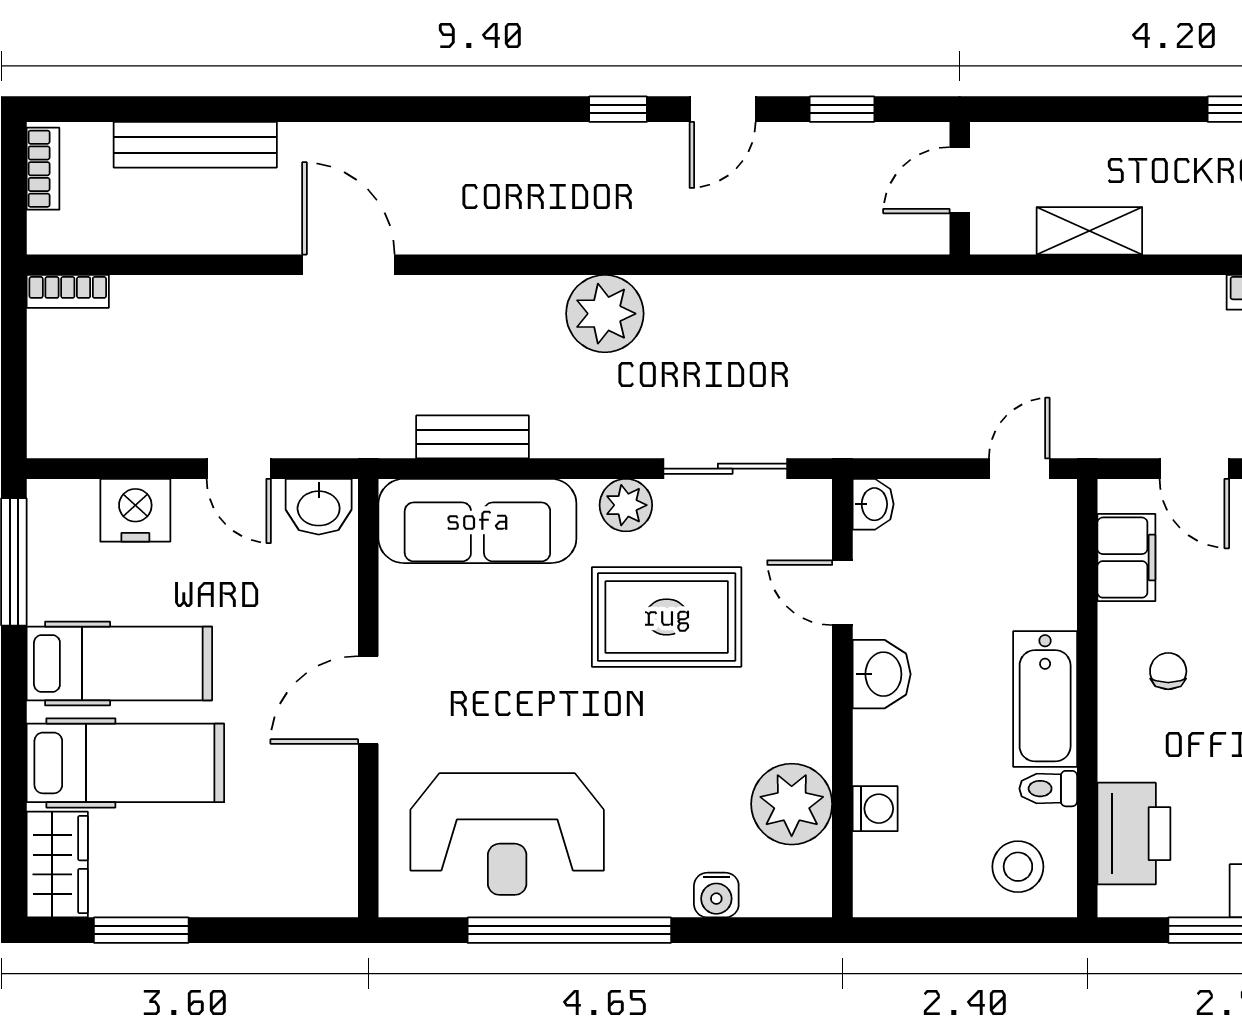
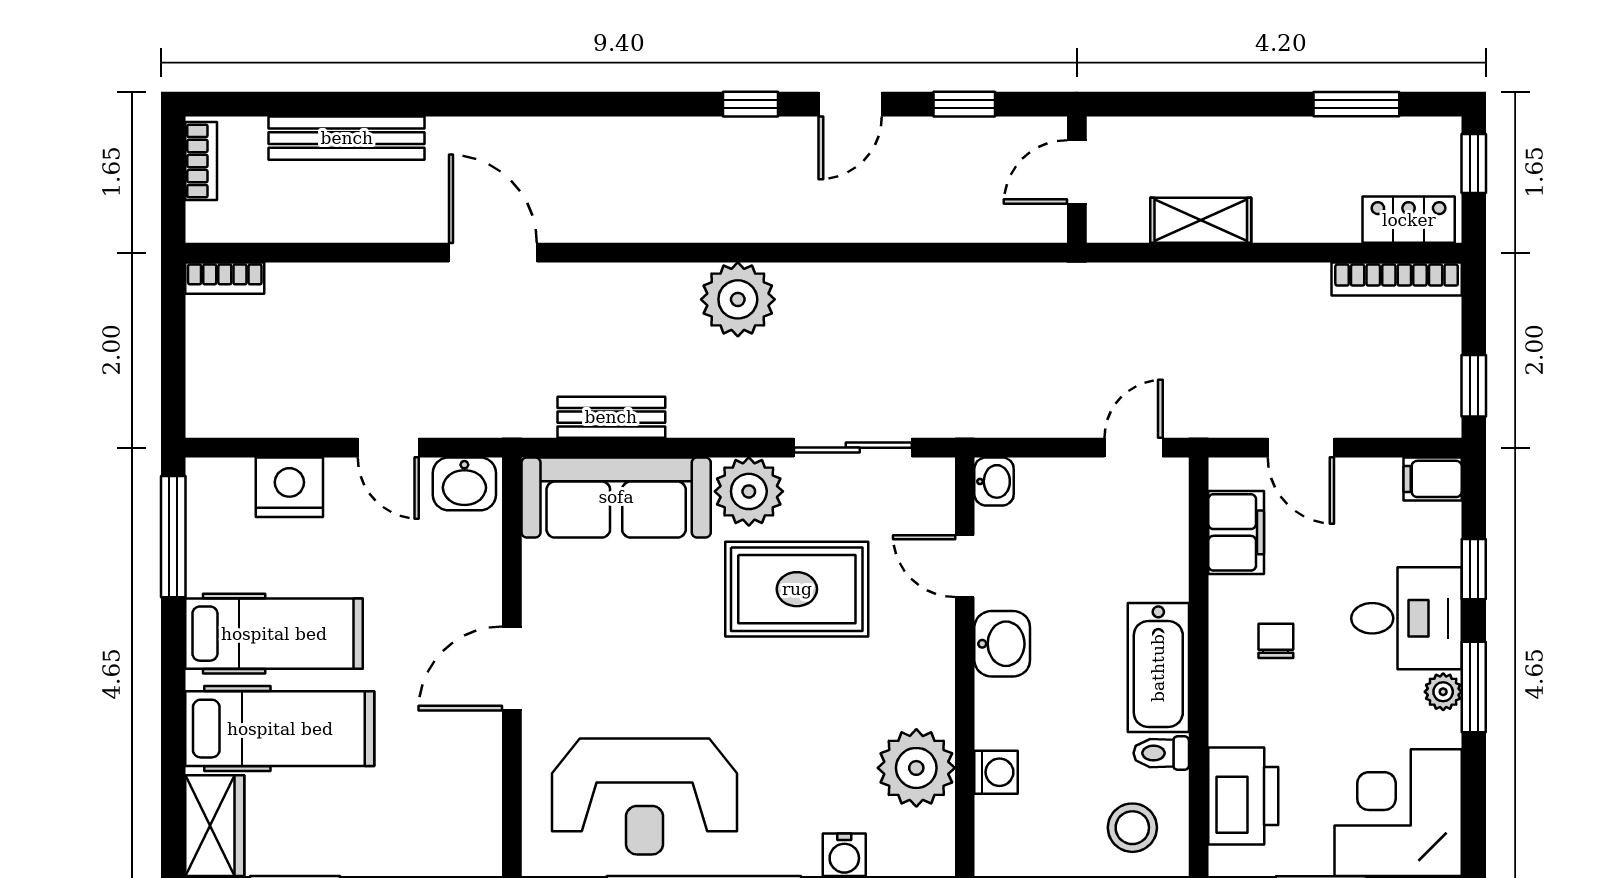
plant: (626, 505) -> (749, 491), width x1.36, depth x1.36

